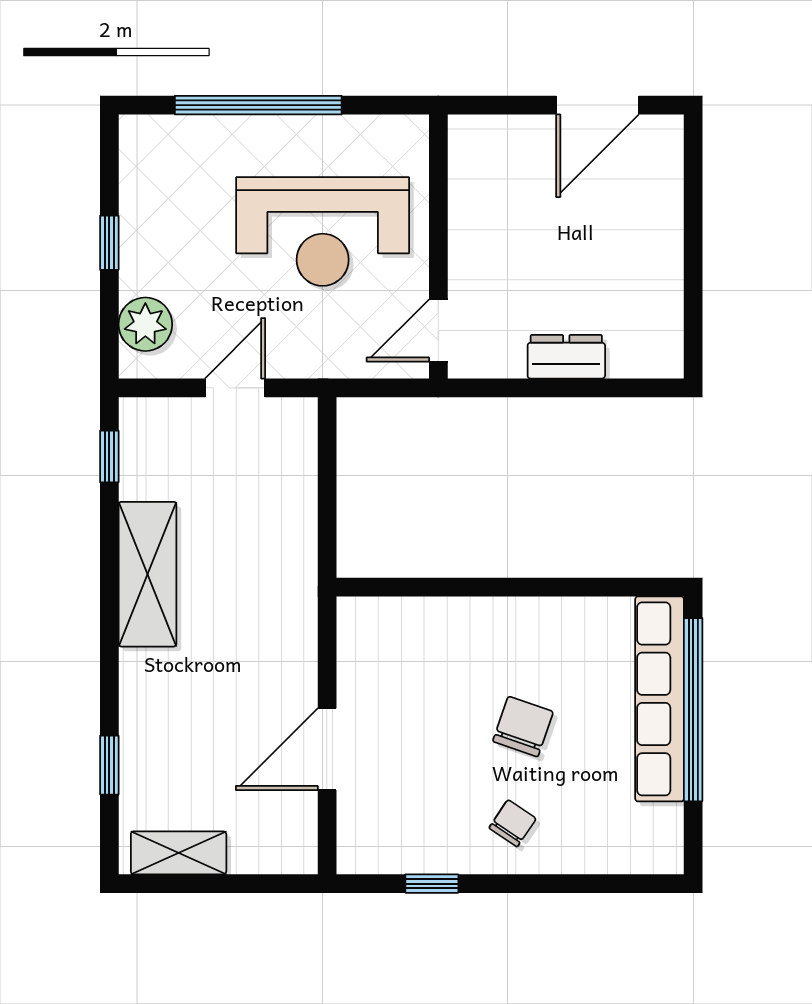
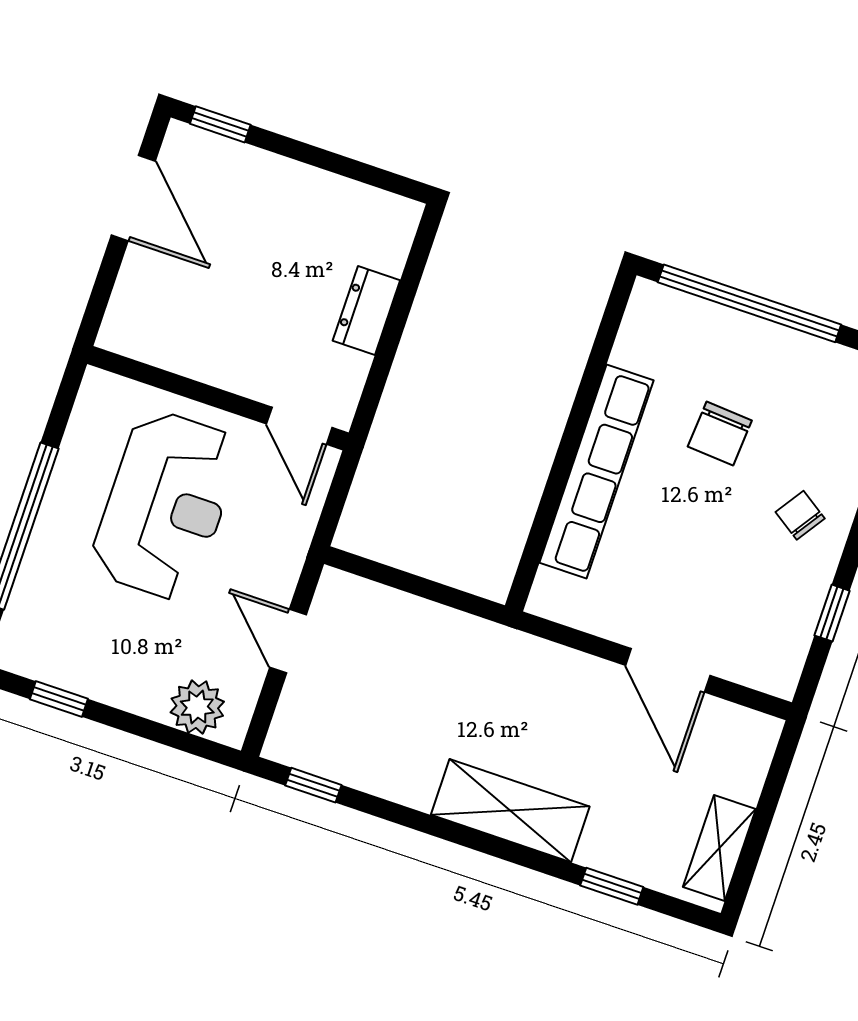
window: (693, 163) -> (220, 124), added
window: (109, 243) -> (59, 699), moved
shelving: (148, 574) -> (510, 811), moved
row of seats: (660, 699) -> (596, 472), moved, turned -90
chair: (523, 727) -> (720, 434), moved, turned -105

